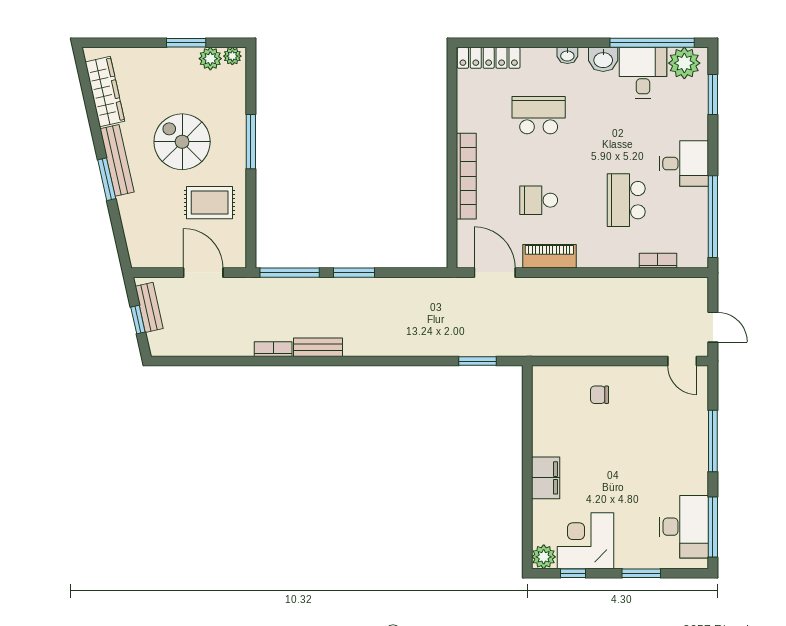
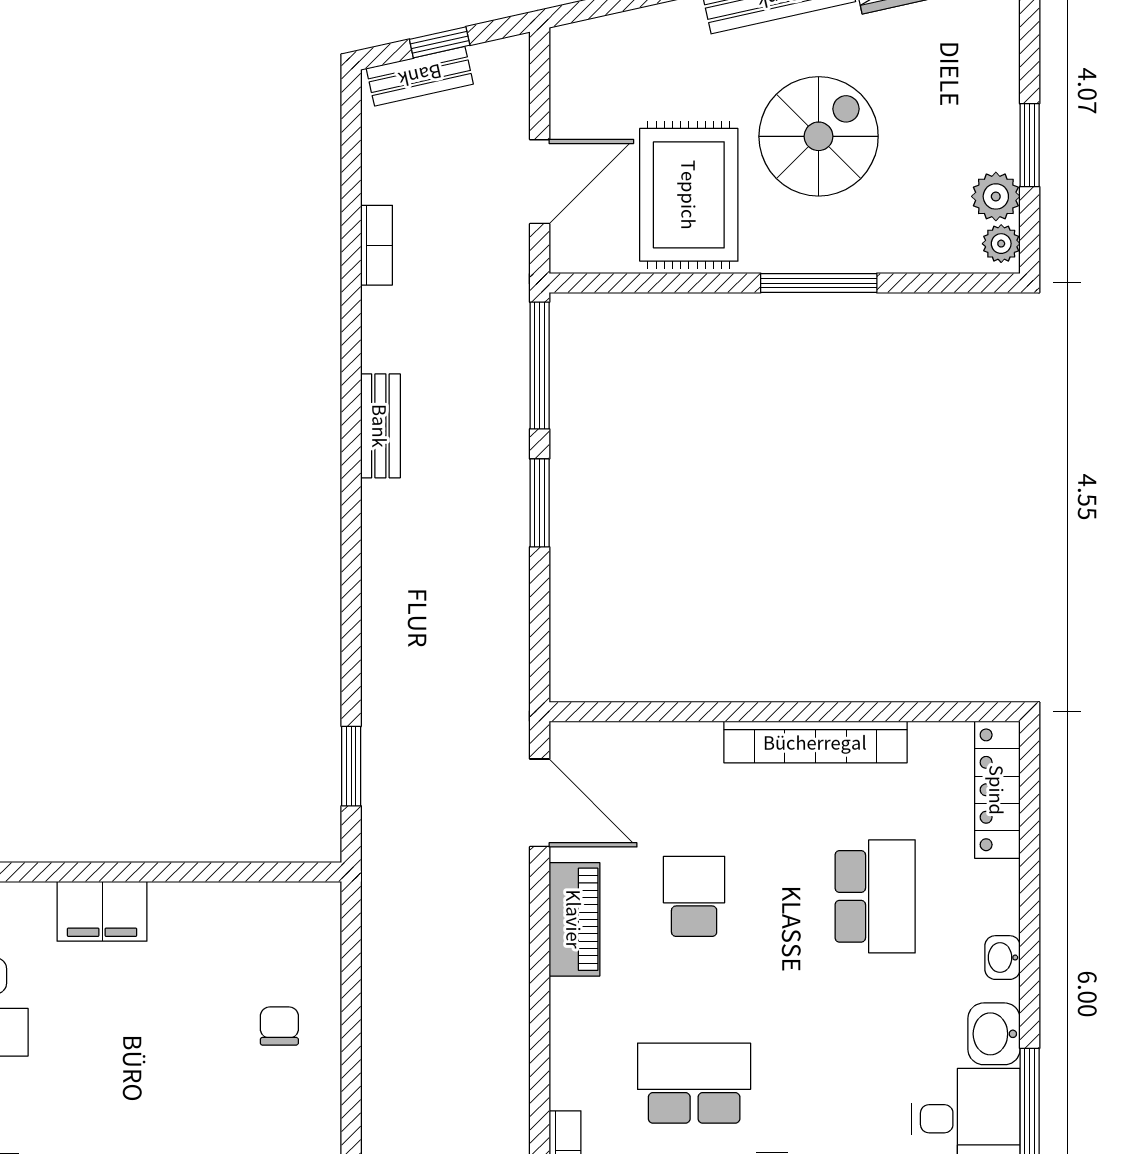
bookcase: (466, 176) -> (815, 742), moved
rug: (210, 203) -> (689, 195), width x1.36, depth x1.43
door: (495, 273) -> (540, 803), hinge flipped
bench: (149, 307) -> (420, 76), moved
bookcase: (273, 349) -> (377, 245), moved

